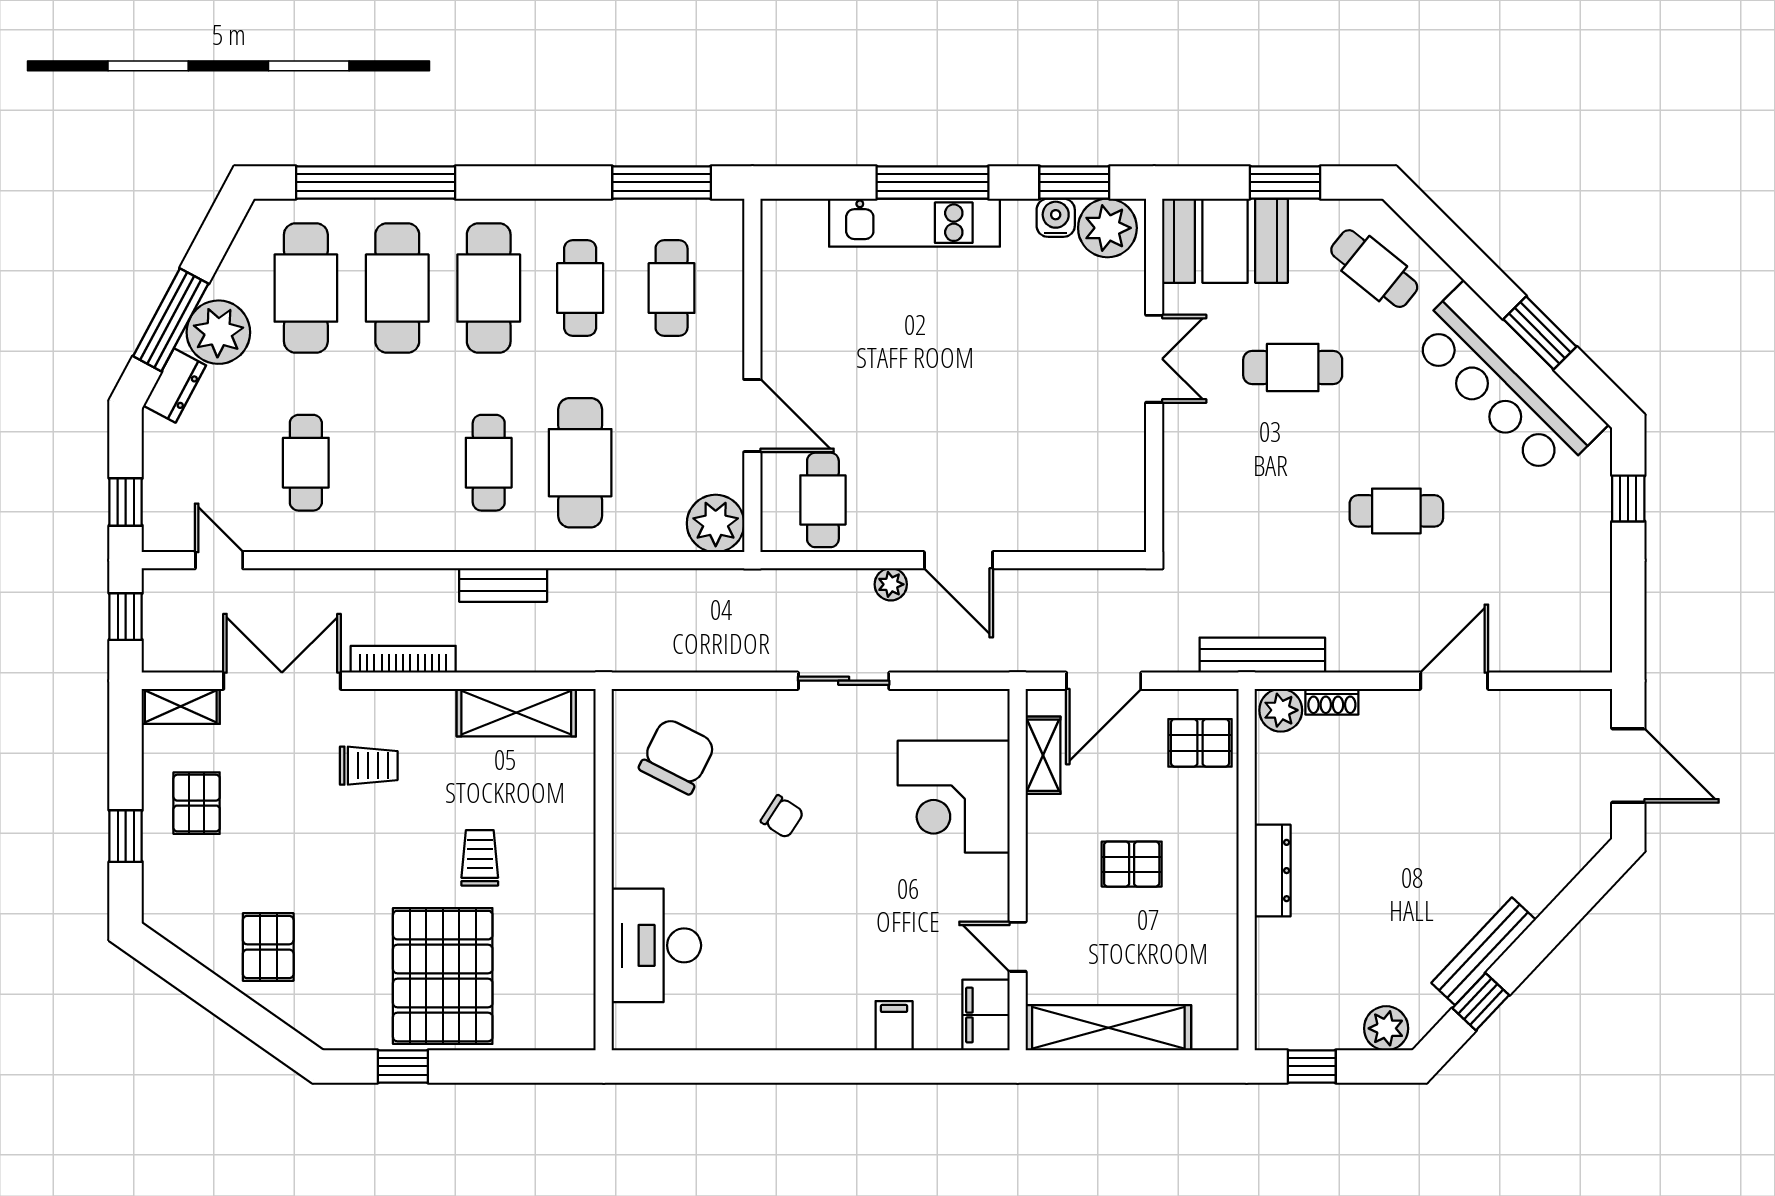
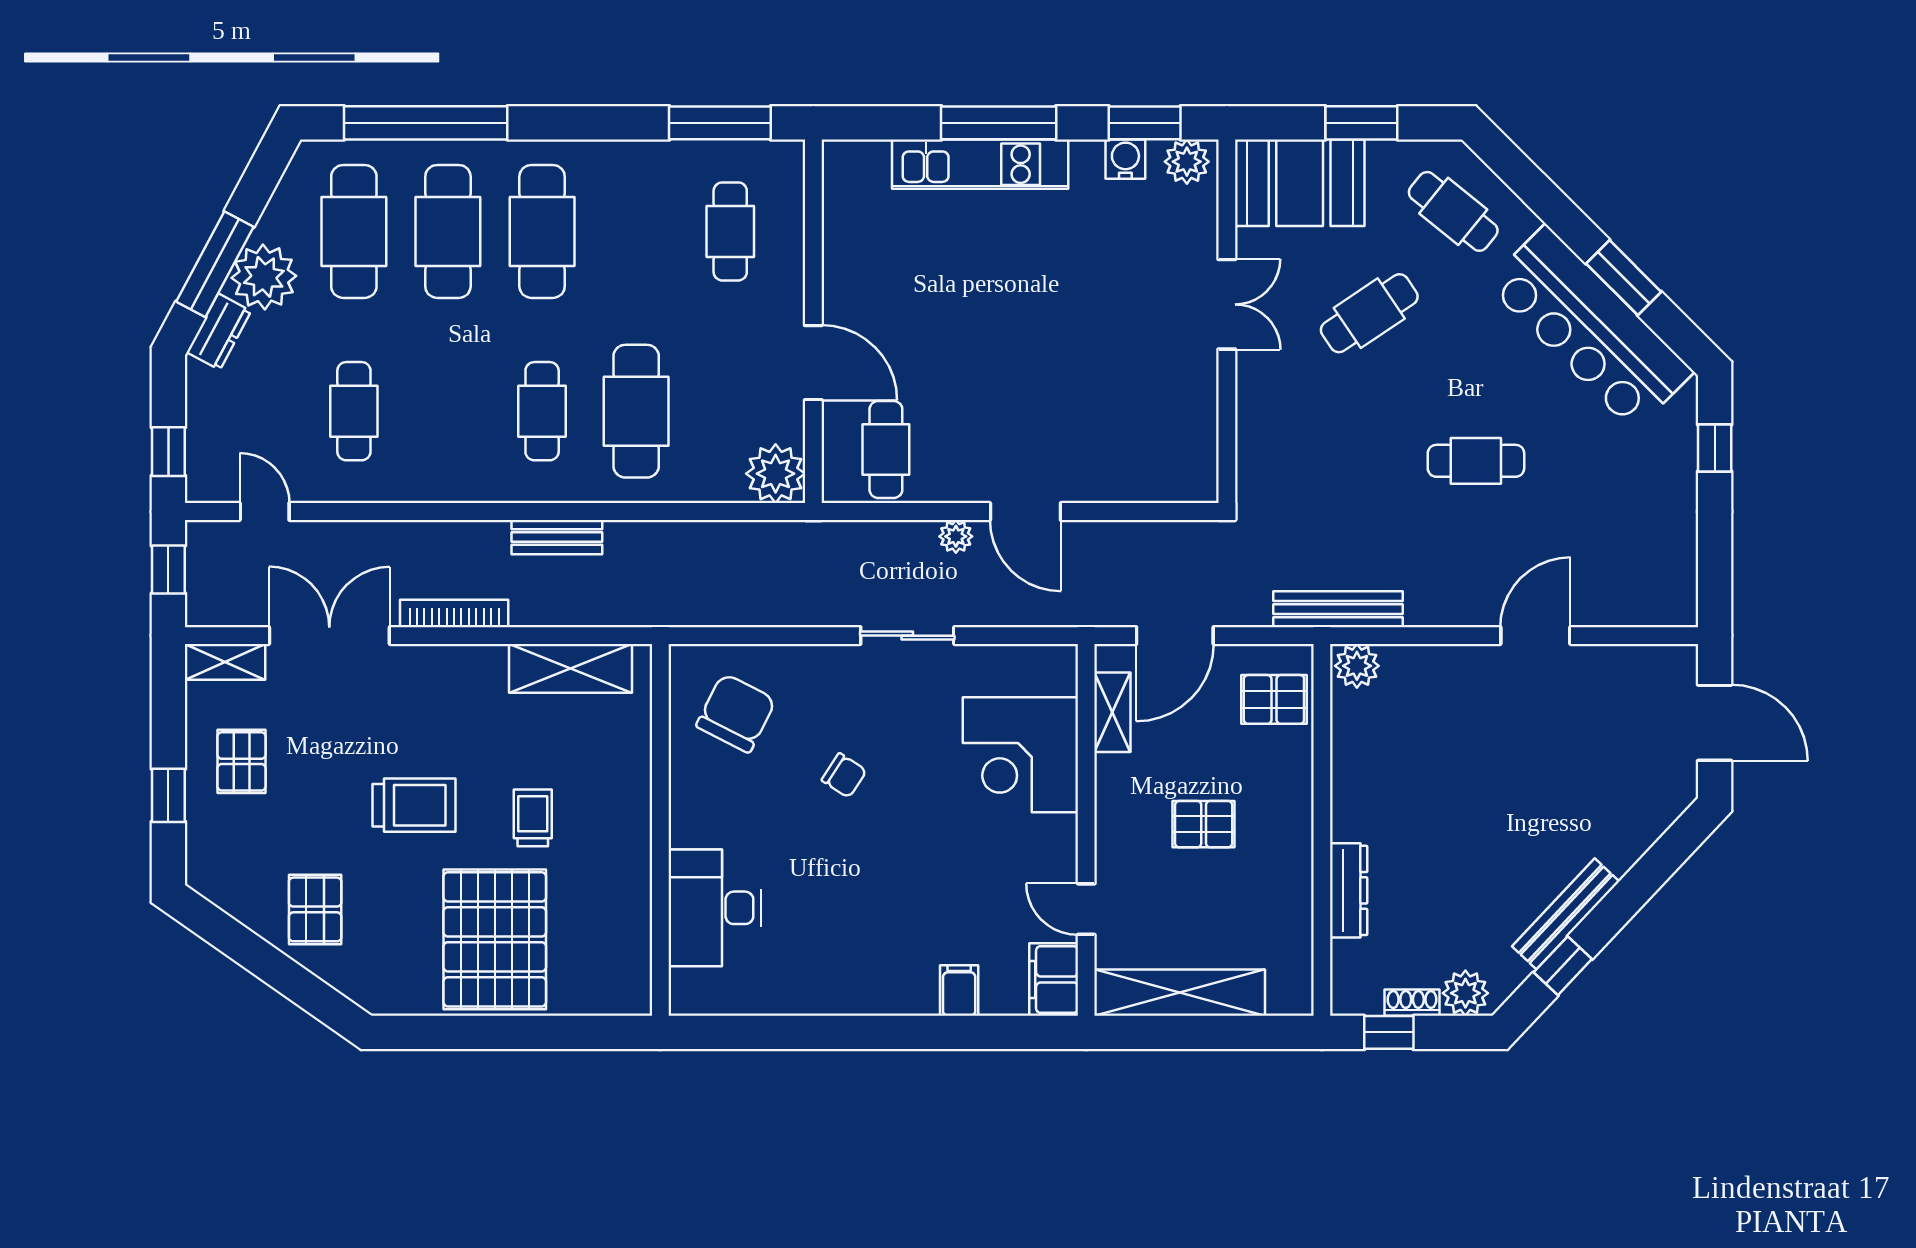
plant: (1107, 228) -> (1187, 162), width x0.73, depth x0.73
cafe table: (580, 288) -> (636, 231), removed
cafe table: (1293, 367) -> (1369, 313), turned -34
shoe rack: (1332, 702) -> (1412, 1003), moved, turned 180
trolley: (369, 766) -> (414, 805), moved, width x1.36, depth x1.39
dresser: (1273, 871) -> (1349, 890), moved
window: (403, 1066) -> (454, 1032), removed

